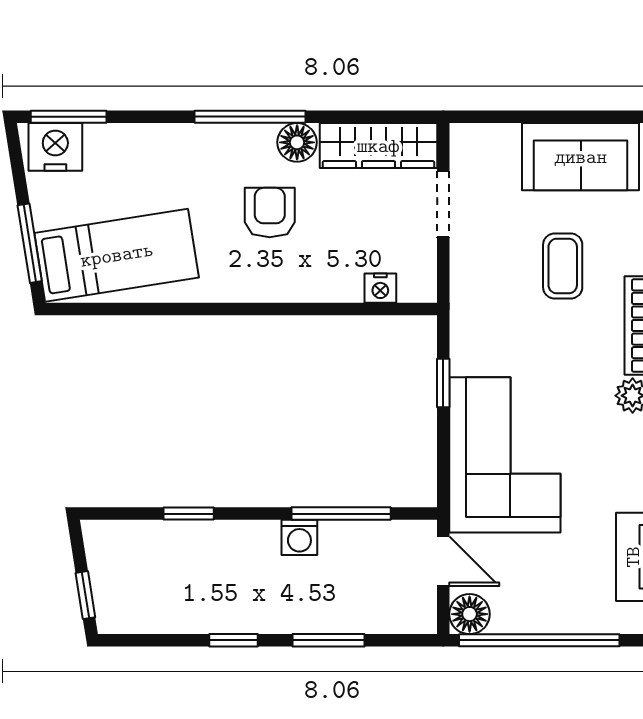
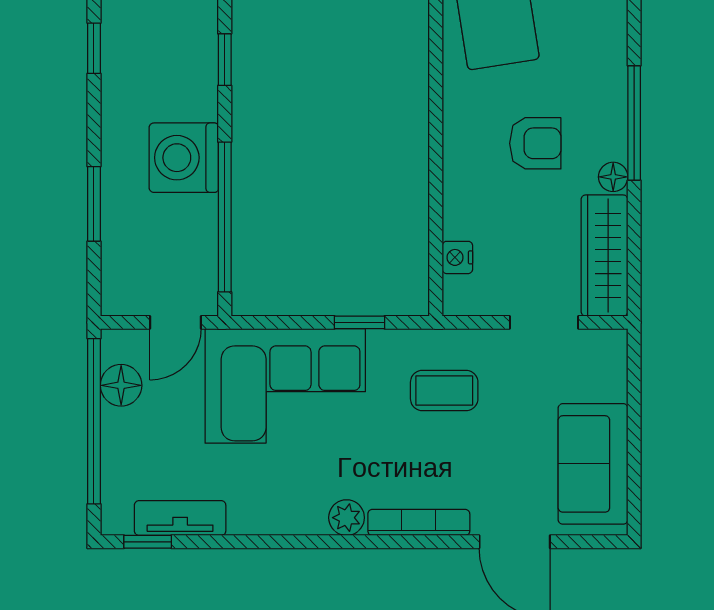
floor lamp: (297, 142) -> (613, 177), width x0.73, depth x0.73
coffee table: (563, 266) -> (444, 390), moved
window: (341, 514) -> (225, 217), width x1.46
washing machine: (299, 537) -> (184, 158), width x1.89, depth x1.89
floor lamp: (470, 614) -> (121, 385), moved
window: (234, 640) -> (94, 48), moved

